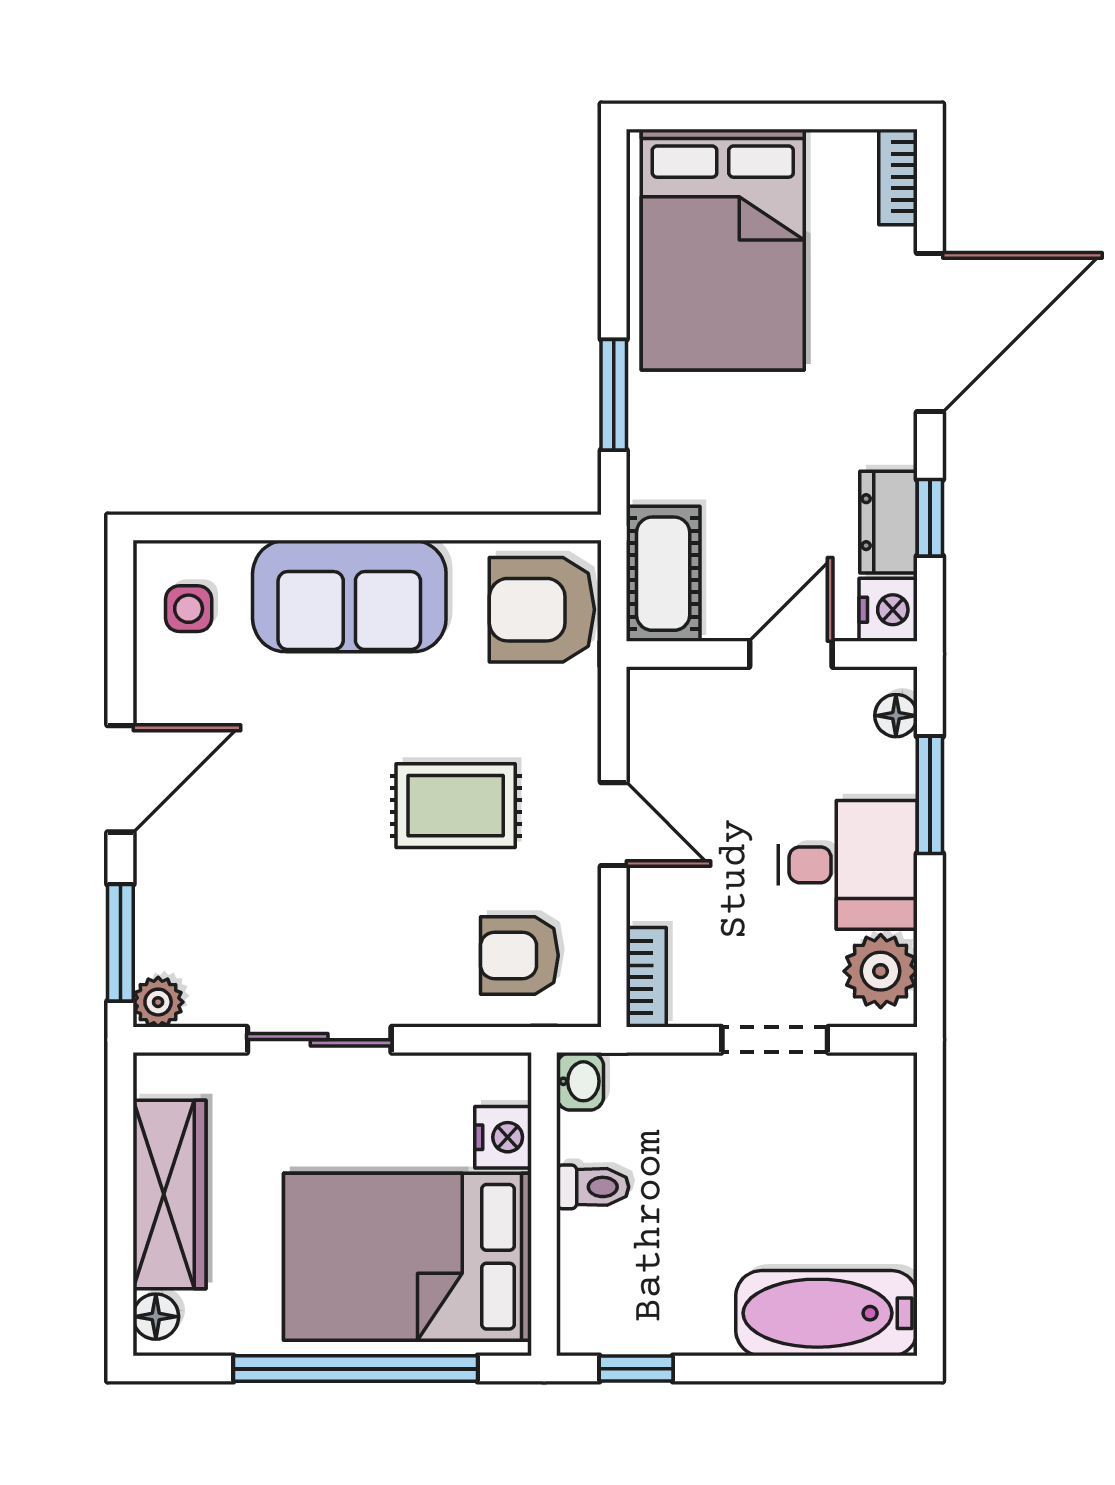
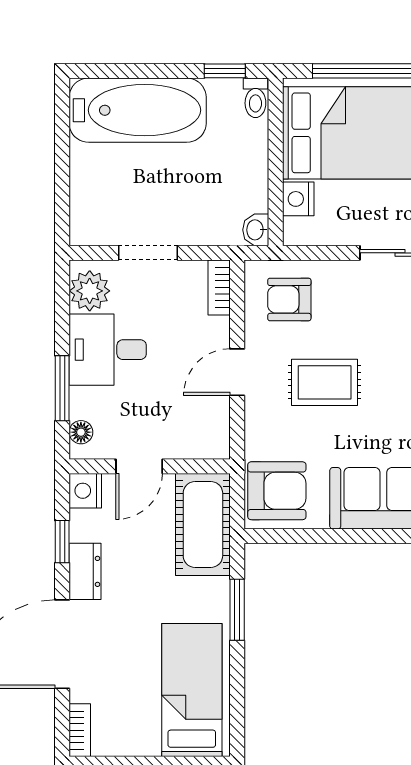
bed: (723, 250) -> (192, 690), width x0.67
dresser: (889, 522) -> (85, 571), moved
cot: (663, 574) -> (203, 524), width x1.37, depth x1.34
door: (614, 824) -> (237, 372), hinge flipped
armchair: (519, 955) -> (289, 299), turned 180
toilet: (593, 1187) -> (255, 98), moved, turned -90
bathtub: (827, 1313) -> (138, 110), width x1.36, depth x1.36

